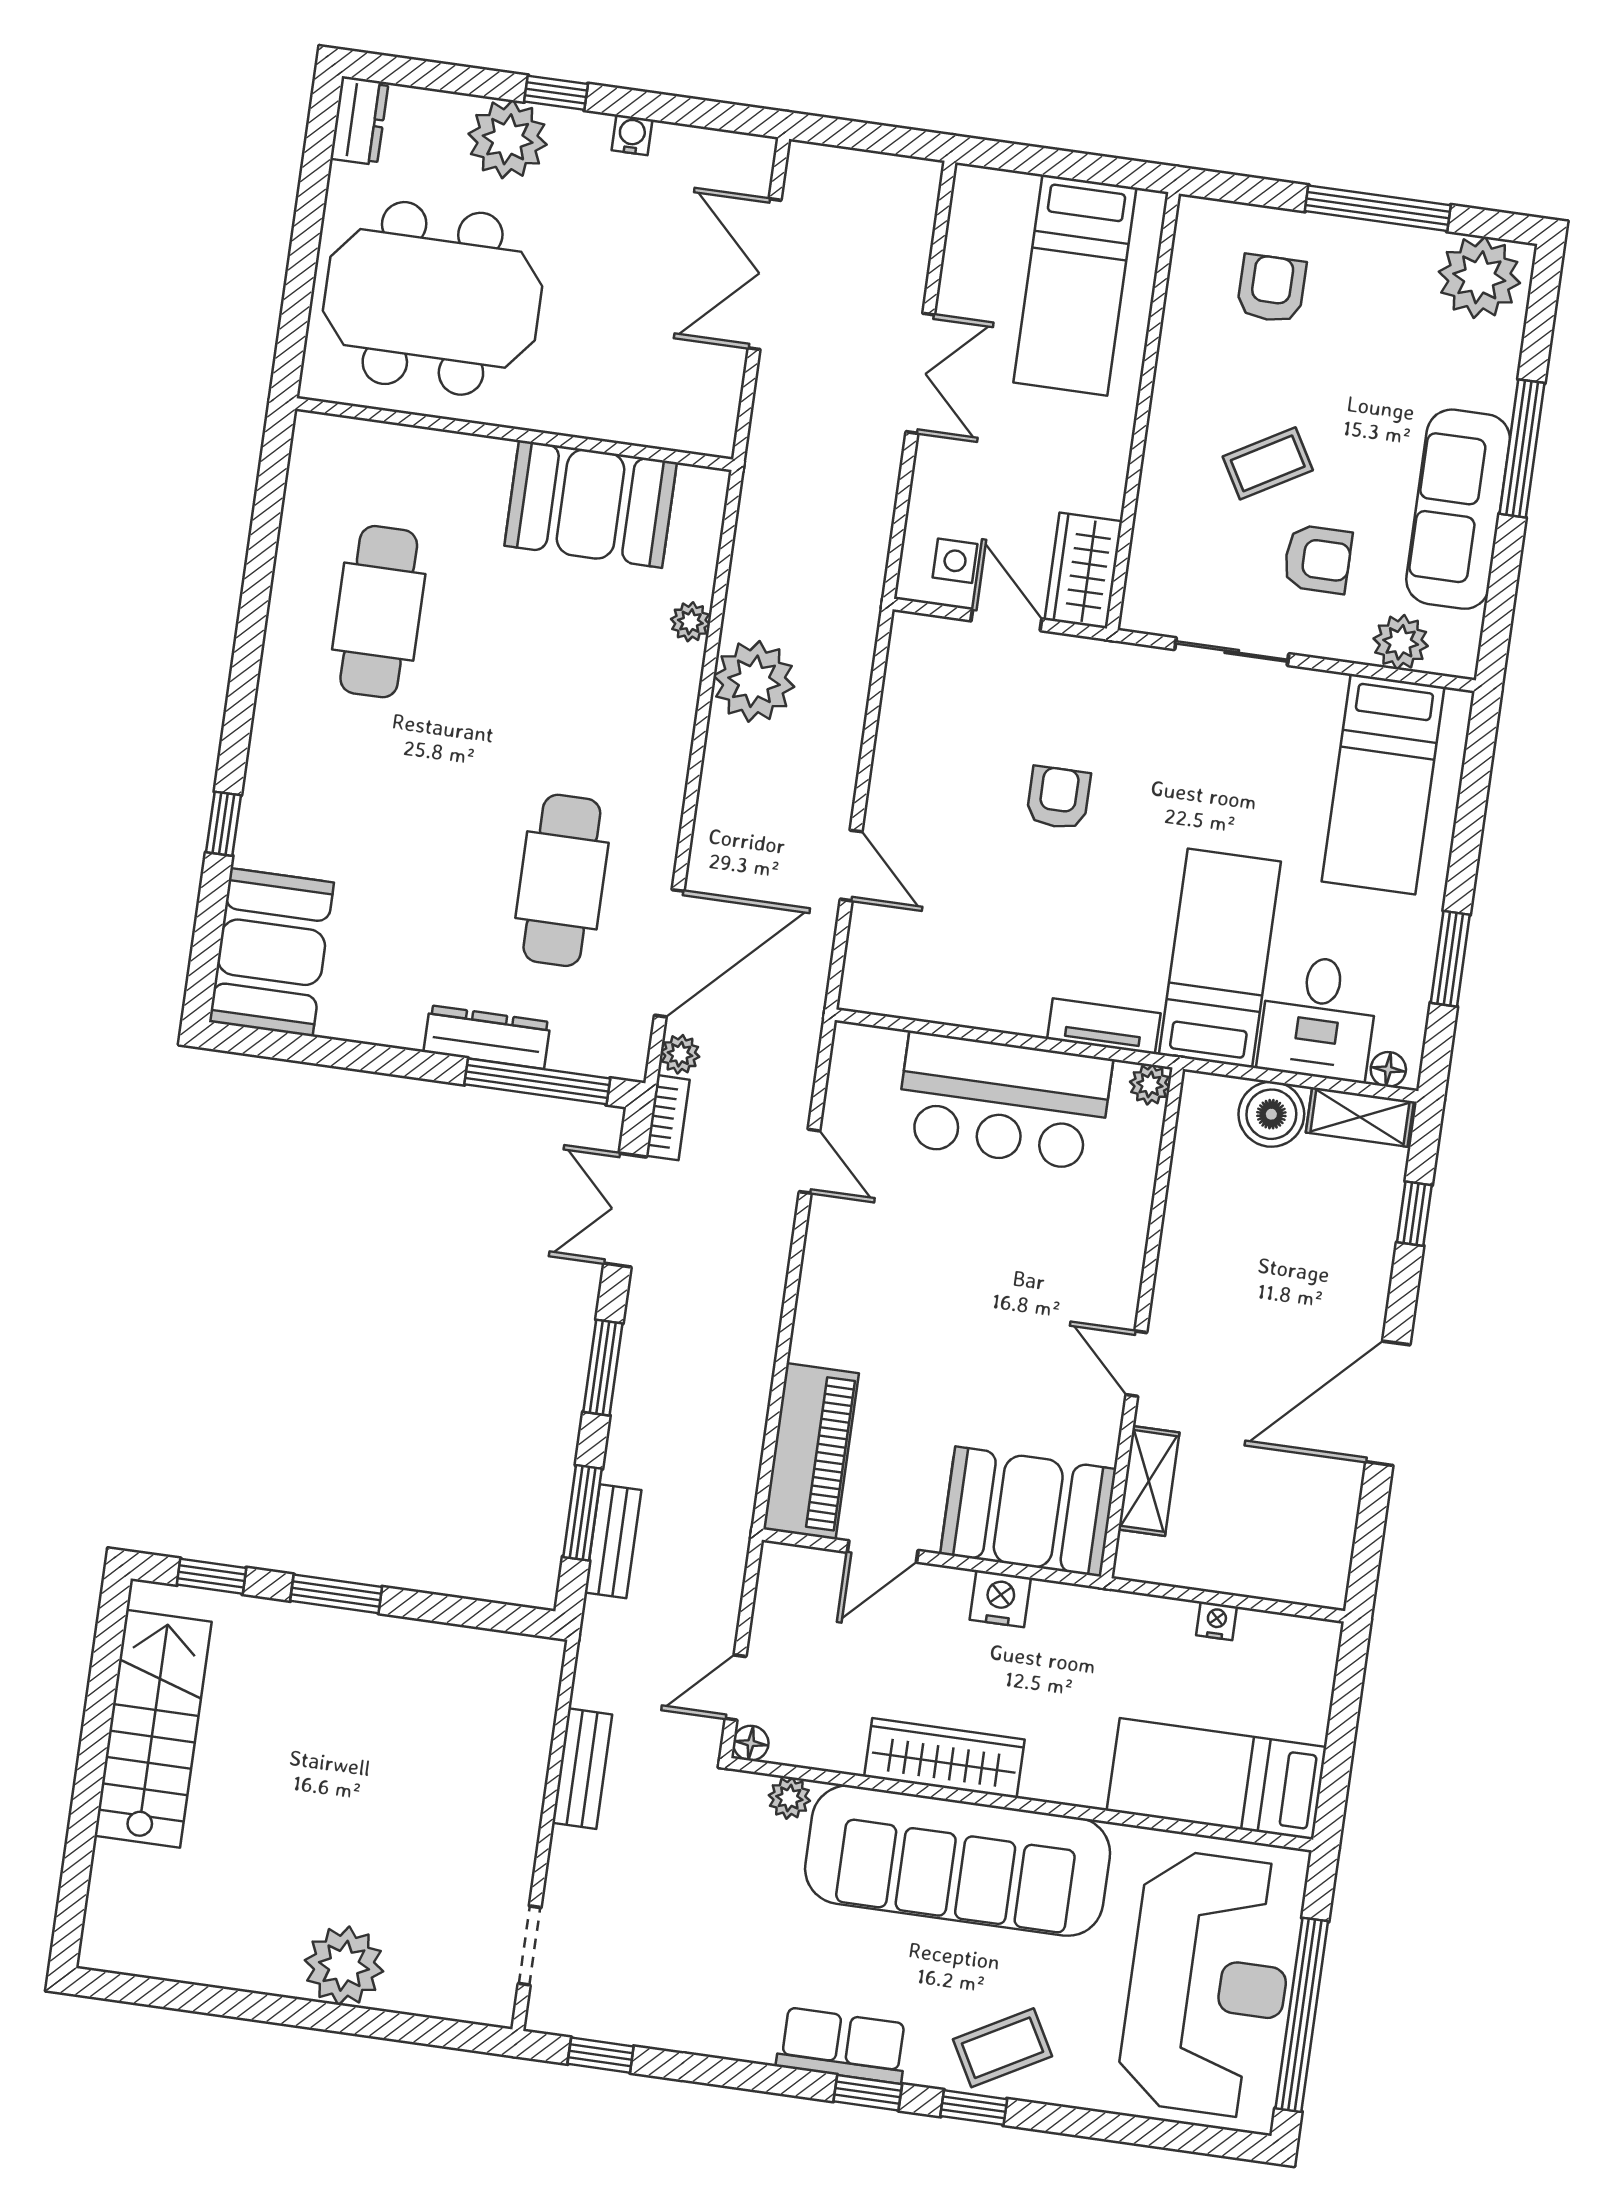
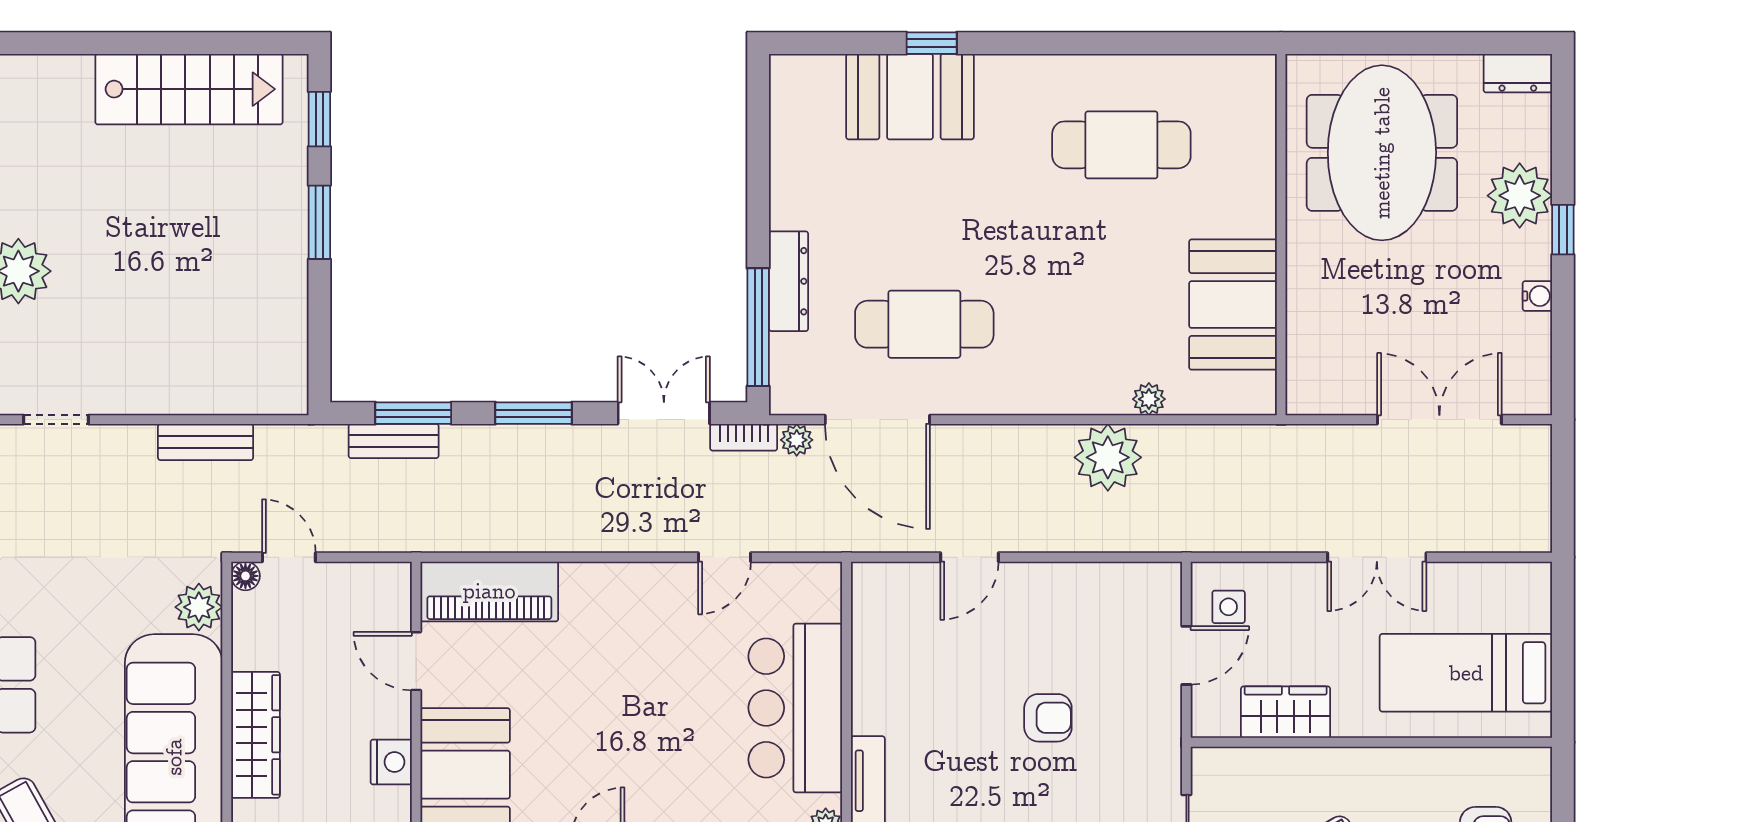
wardrobe: (1083, 571) -> (1286, 712), moved
booth: (271, 952) -> (910, 97), moved
plant: (789, 1798) -> (199, 607), width x1.38, depth x1.38

